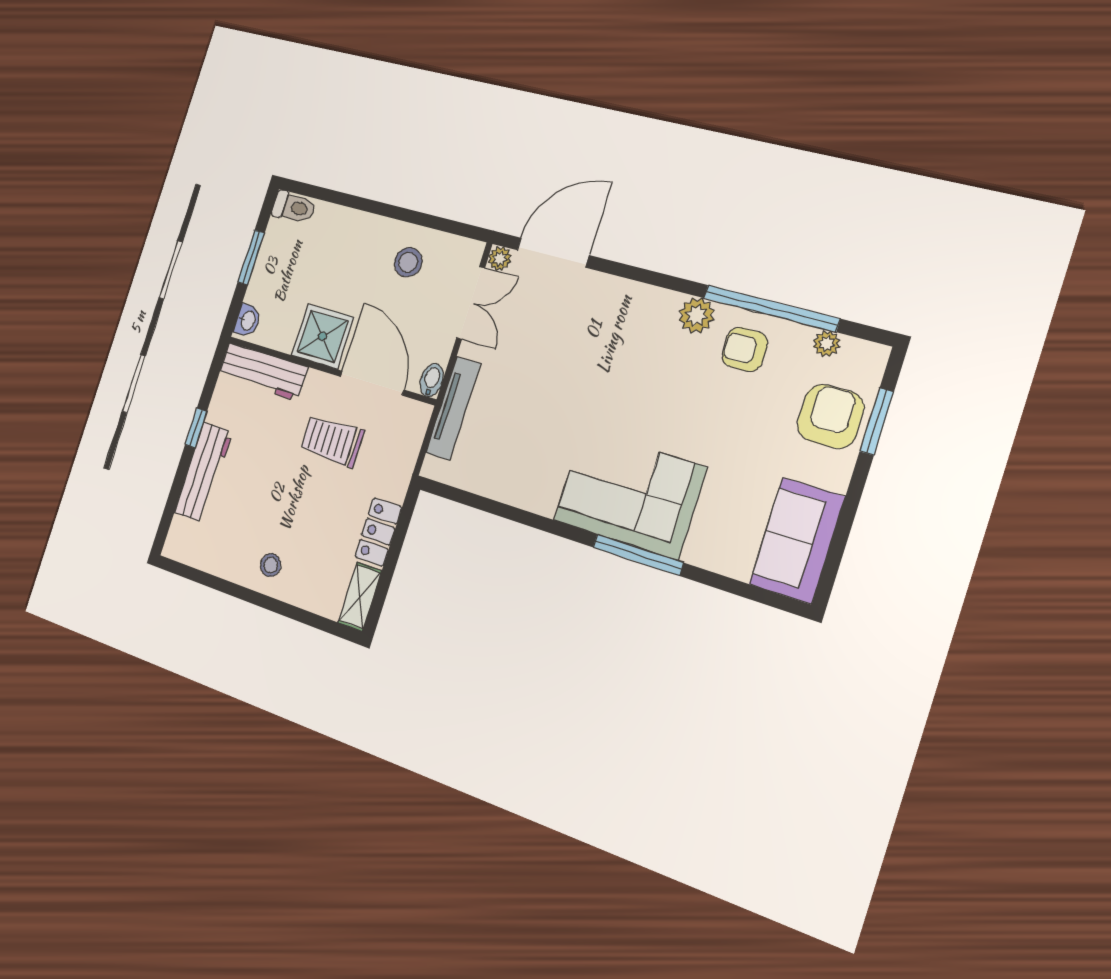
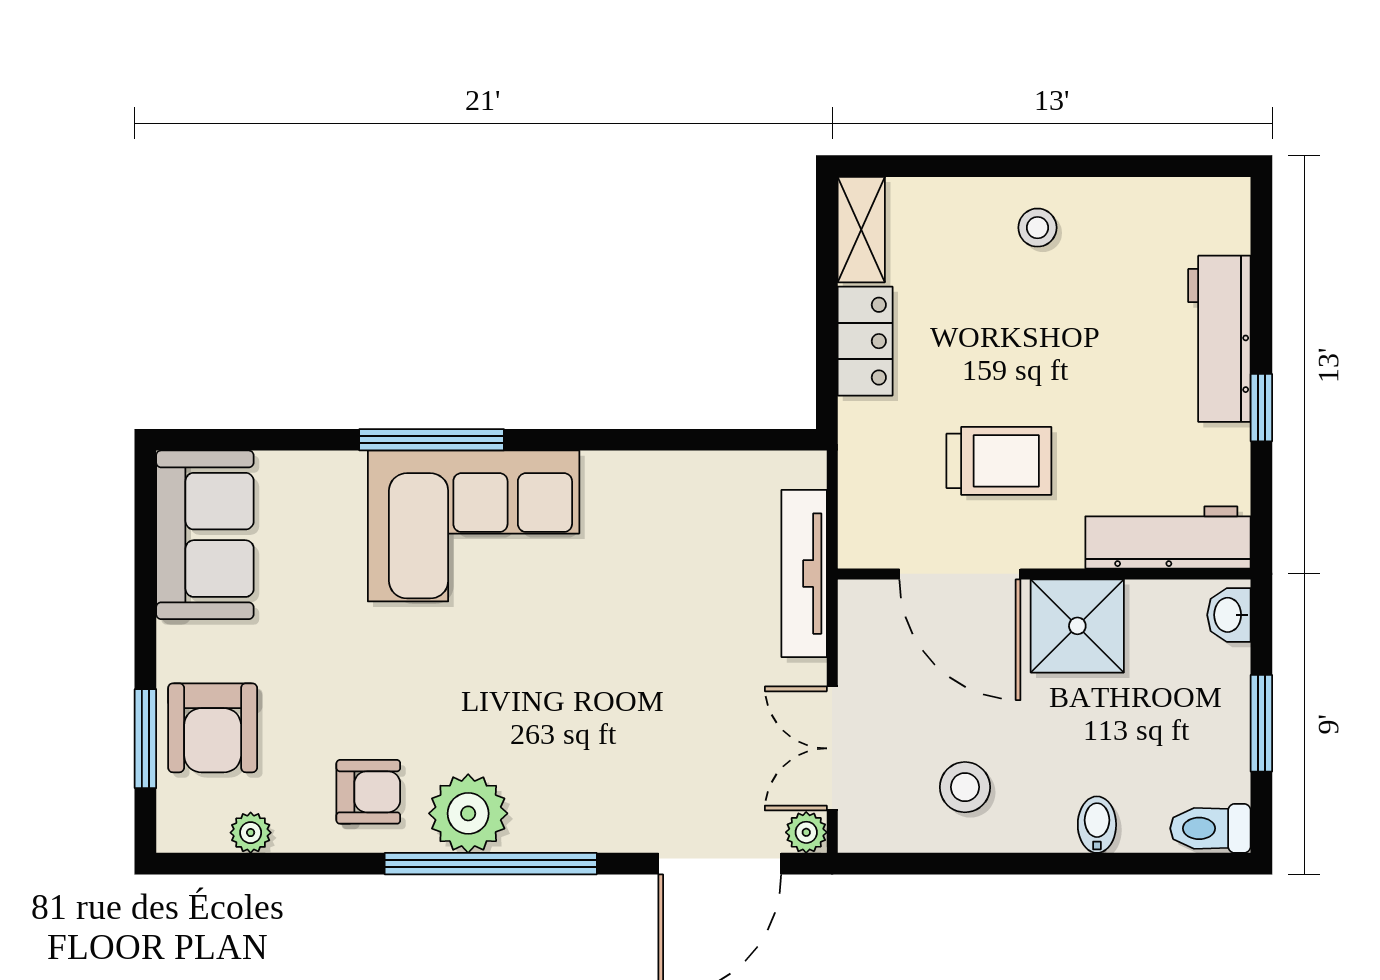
window: (771, 308) -> (491, 864), moved
plant: (697, 315) -> (468, 813), width x1.36, depth x1.36
bidet: (432, 380) -> (1097, 825), moved, turned 180

